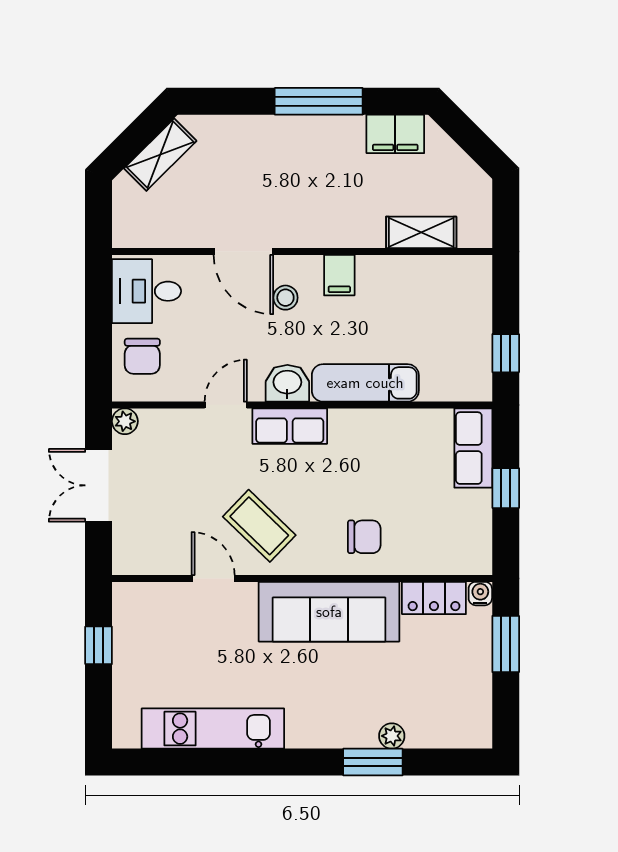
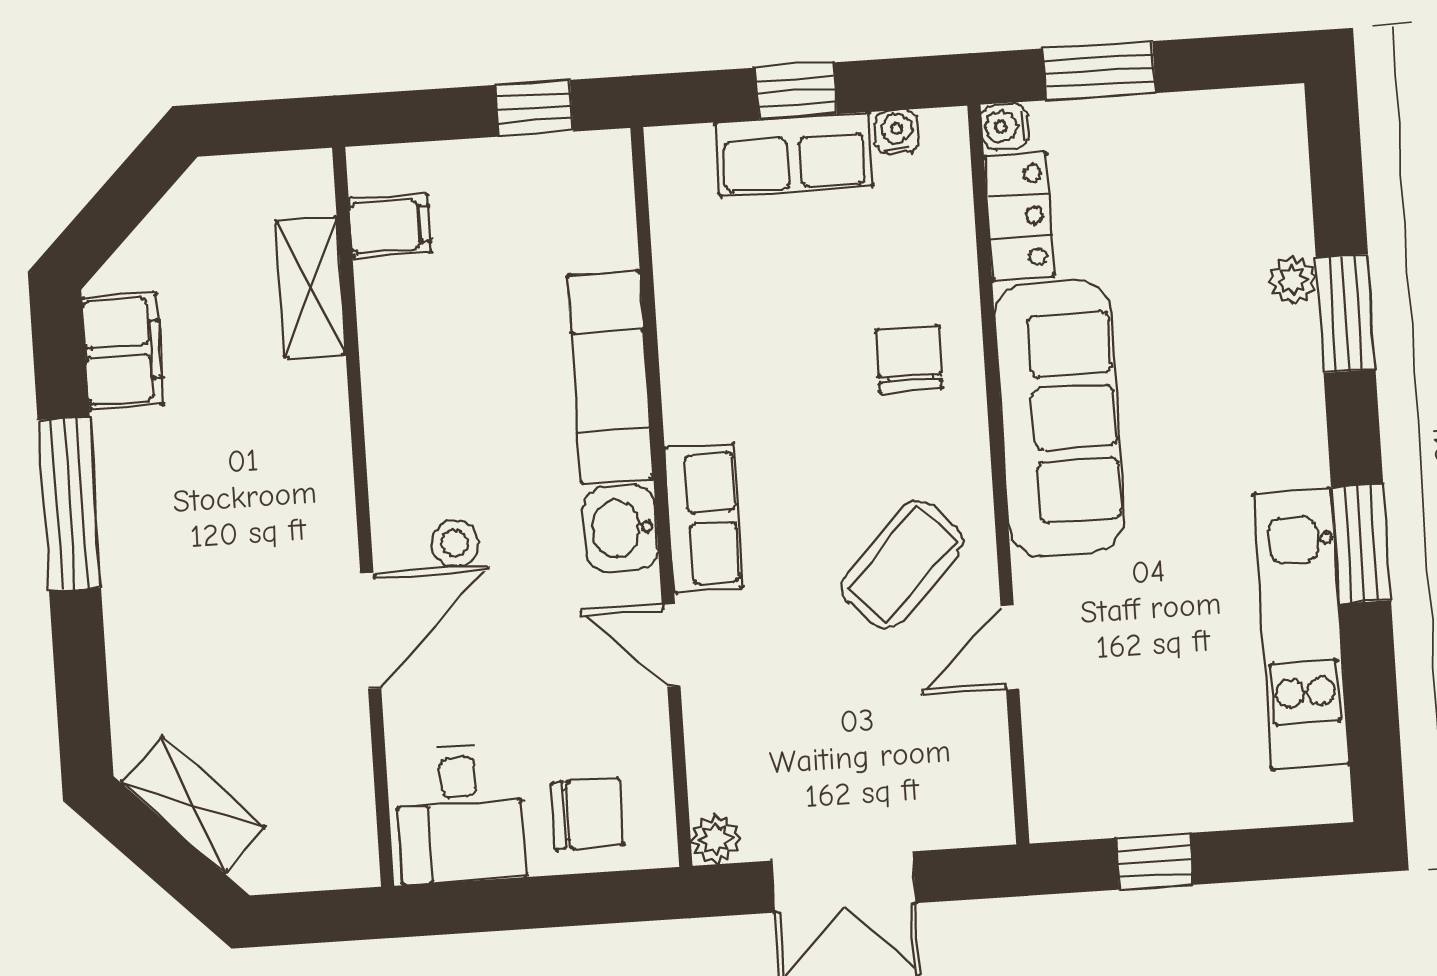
filing cabinet: (339, 275) -> (390, 226), moved
row of seats: (473, 448) -> (794, 154), moved
water cooler: (481, 538) -> (897, 132), added
window: (254, 762) -> (1361, 544), added

